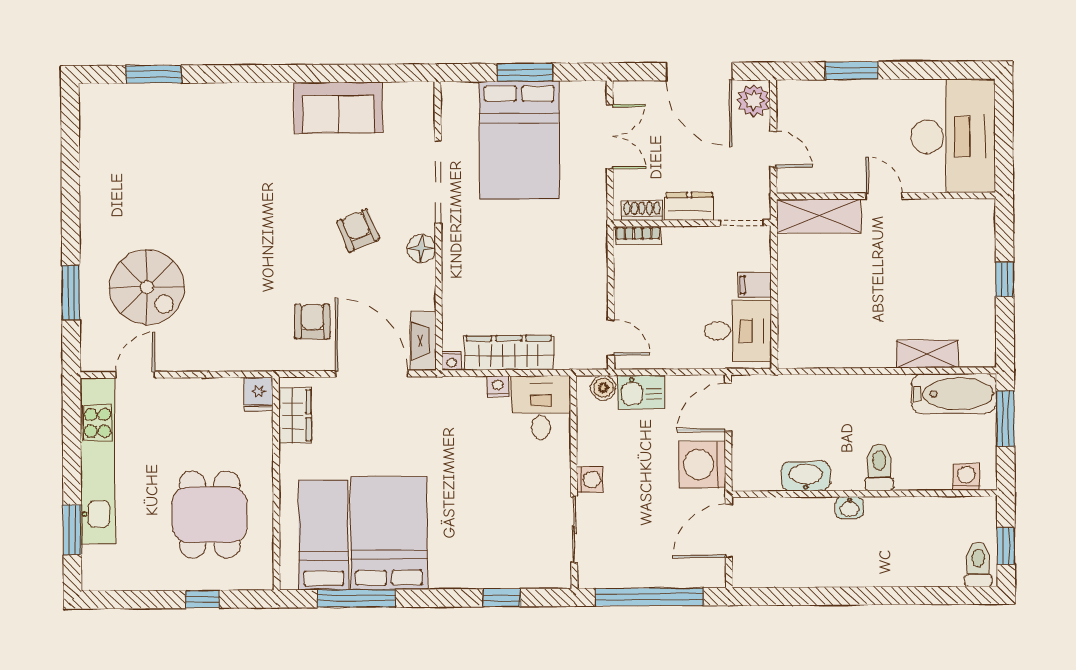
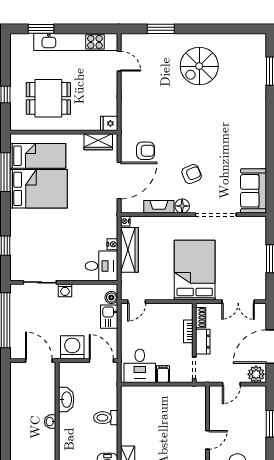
sofa: (338, 108) -> (254, 191), moved
bed: (519, 140) -> (195, 270), moved, turned 90
shelving: (819, 216) -> (198, 407), removed
bookcase: (638, 235) -> (188, 331), moved
spiral stairs: (147, 287) -> (199, 66), moved
fireplace: (423, 341) -> (159, 207), moved
toilet: (879, 467) -> (106, 418), moved, turned 180

